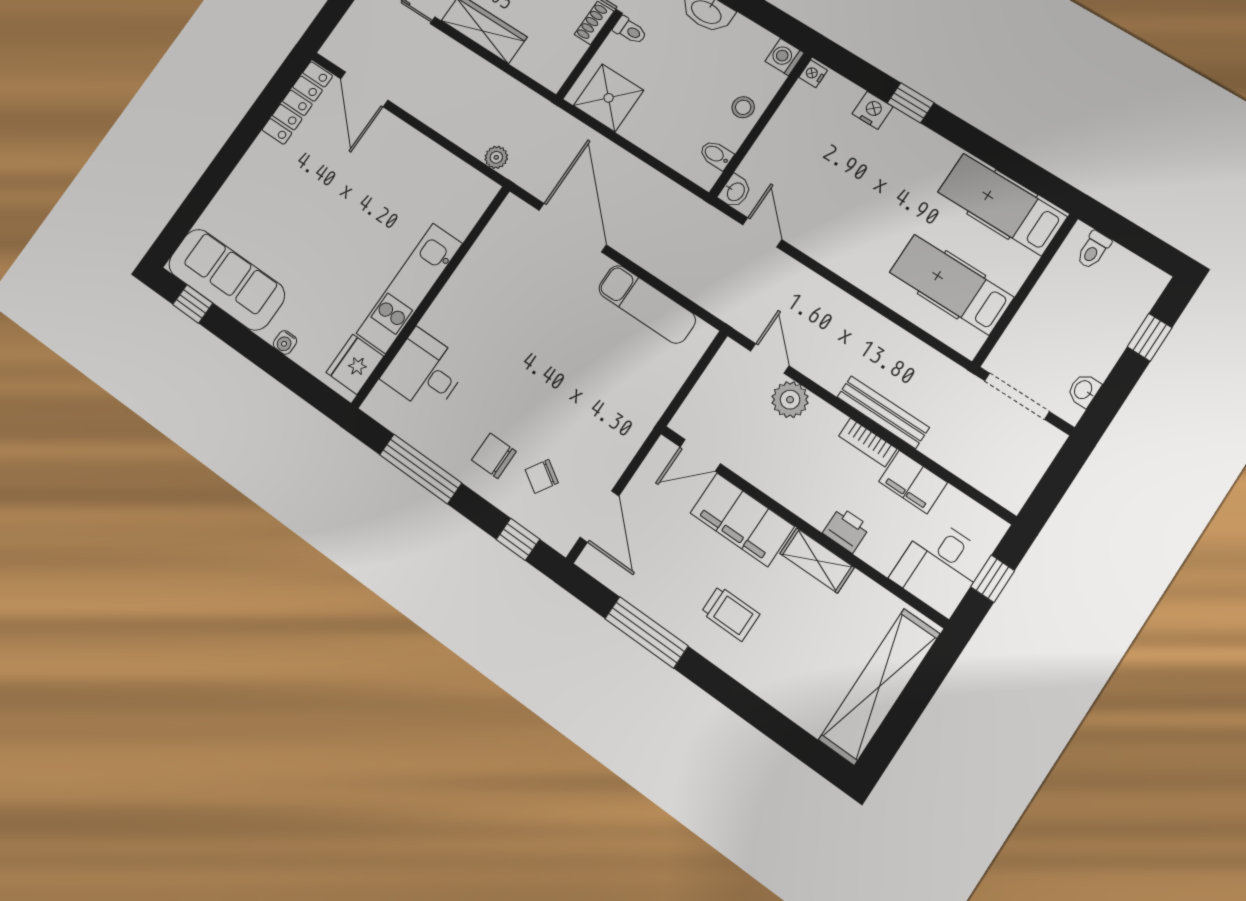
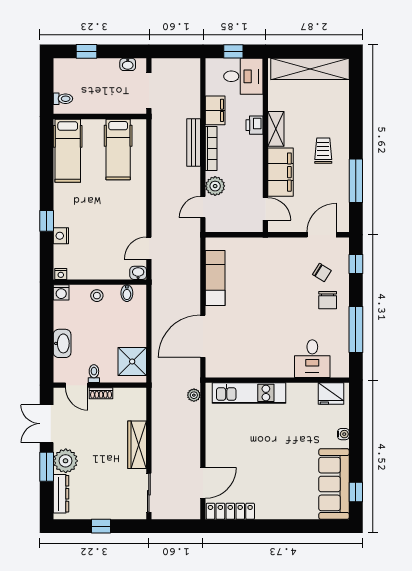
kitchen unit: (409, 288) -> (249, 393), moved
bookcase: (868, 442) -> (211, 148), width x1.56

